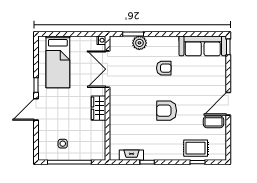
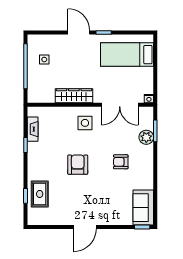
sofa: (203, 46) -> (143, 208), width x0.73
armchair: (164, 68) -> (121, 162), turned 90
double door: (107, 69) -> (120, 105), swing flipped
side table: (125, 103) -> (85, 123), added
door: (228, 104) -> (85, 227), swing flipped
wardrobe: (98, 108) -> (74, 96), width x1.50
coffee table: (213, 122) -> (66, 212), removed

